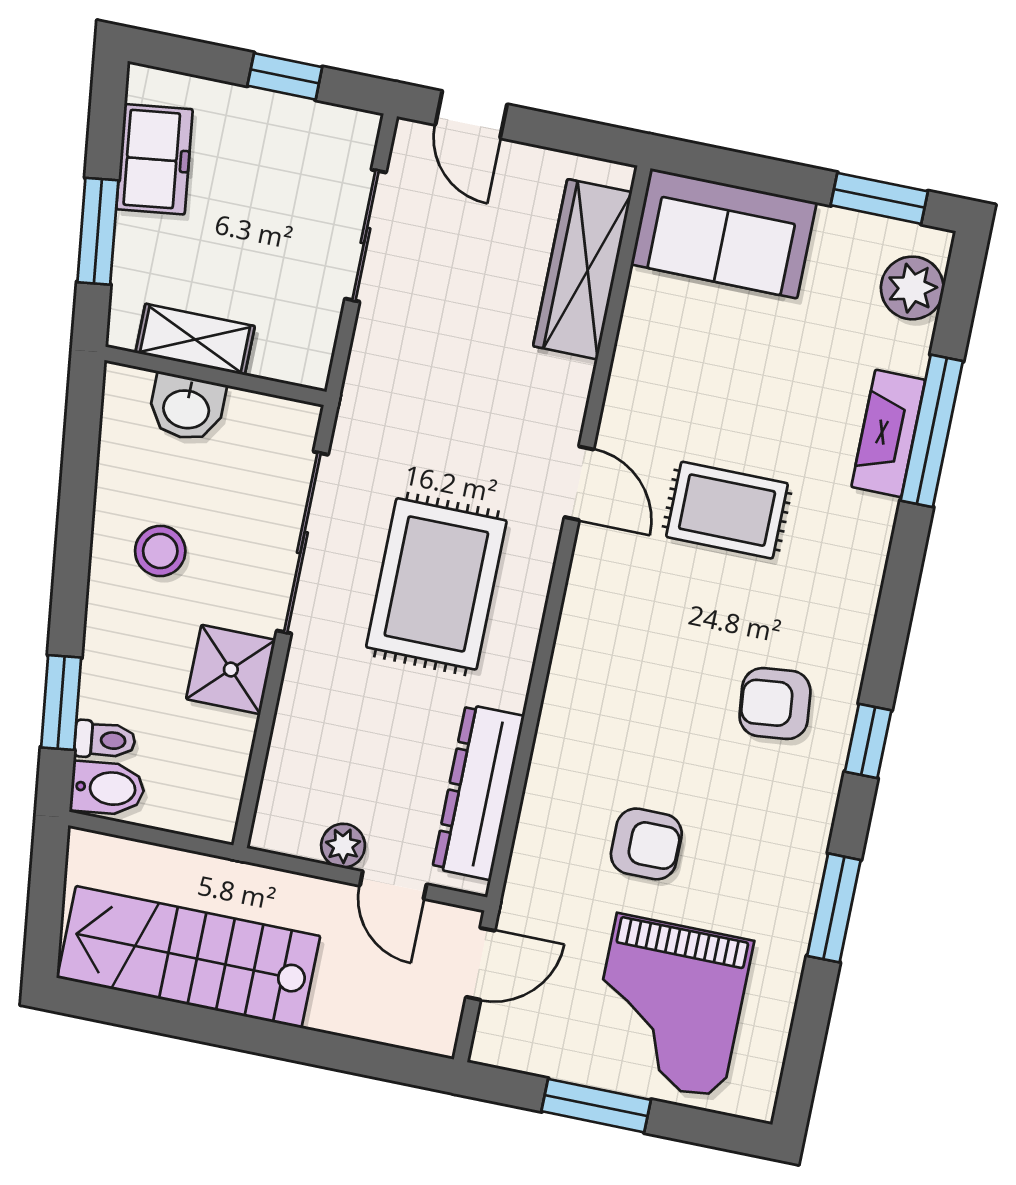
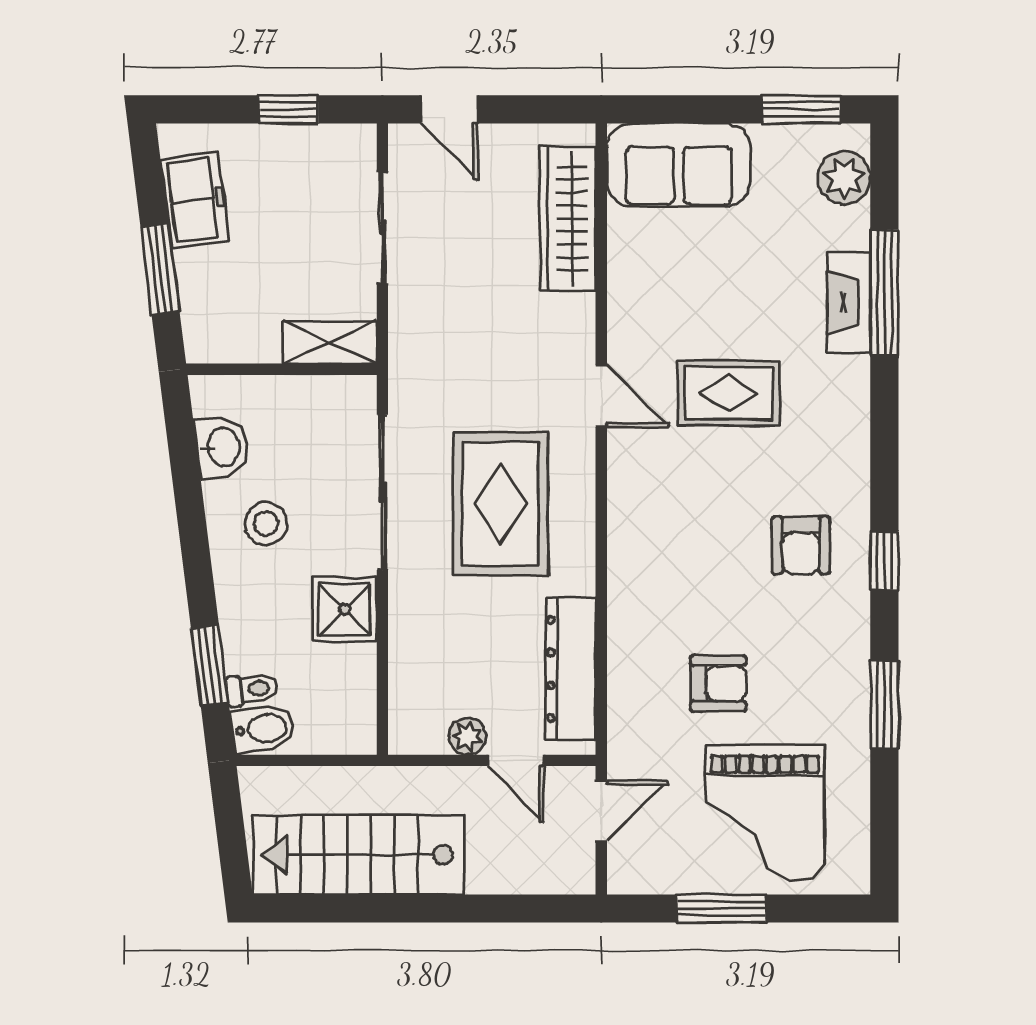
shelving: (195, 339) -> (330, 342), moved
washbasin: (186, 408) -> (222, 447), moved, turned -97
armchair: (775, 704) -> (801, 545), turned -84

